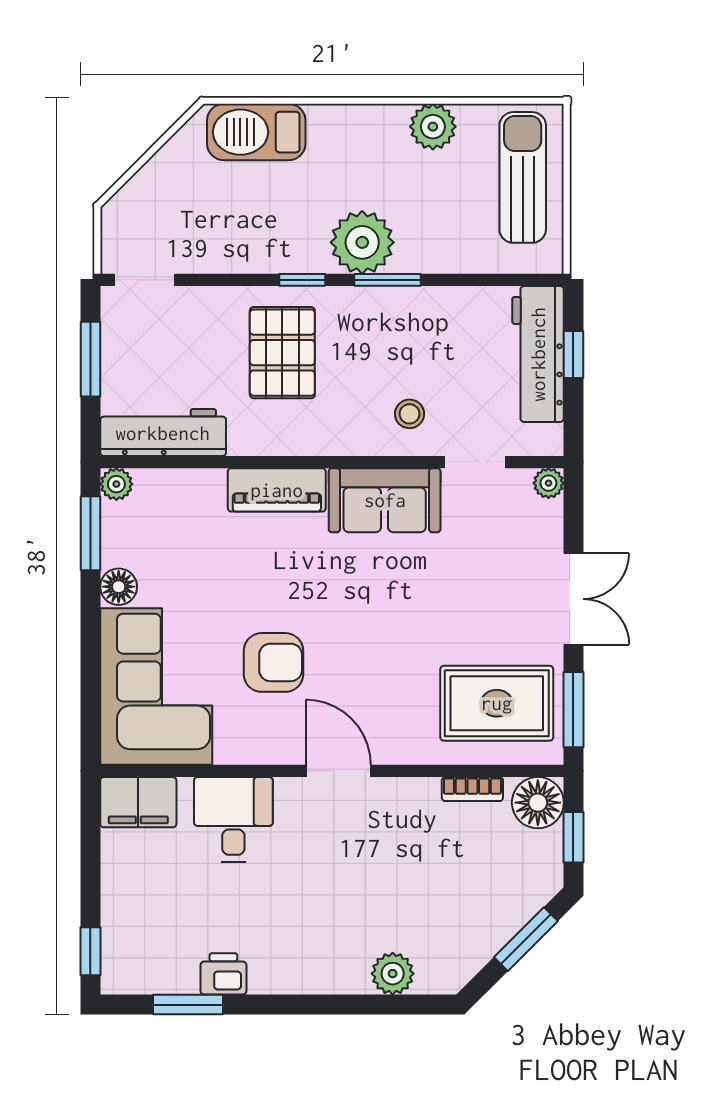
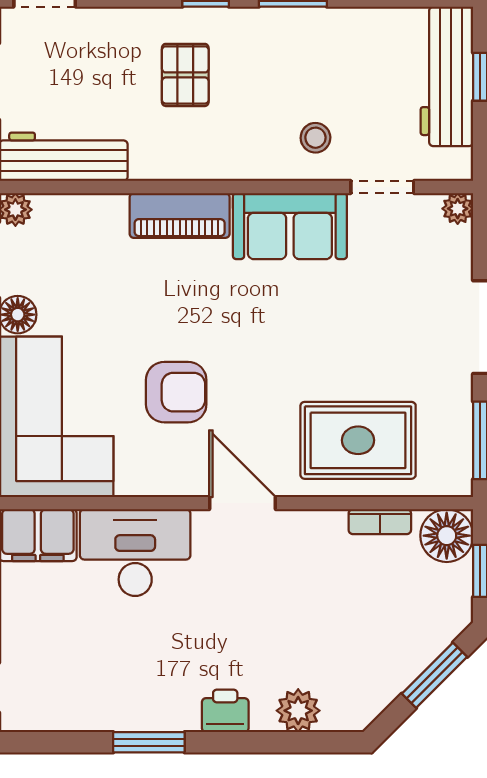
pallet: (282, 353) -> (185, 75), width x0.67, depth x0.71
rug: (497, 703) -> (358, 440), moved
desk: (233, 819) -> (135, 553), width x1.37
printer: (223, 974) -> (225, 711), moved
window: (188, 1005) -> (149, 742), moved

